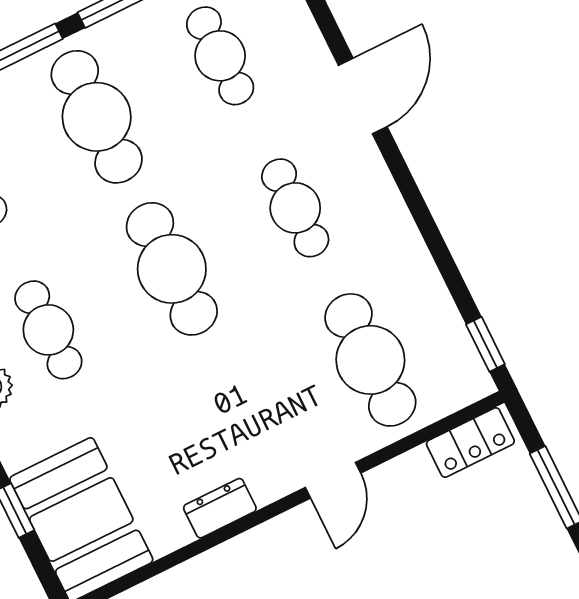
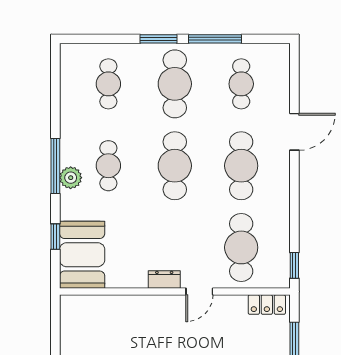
cafe table: (295, 208) -> (241, 166), width x1.37, depth x1.35
dresser: (220, 508) -> (164, 279), moved

